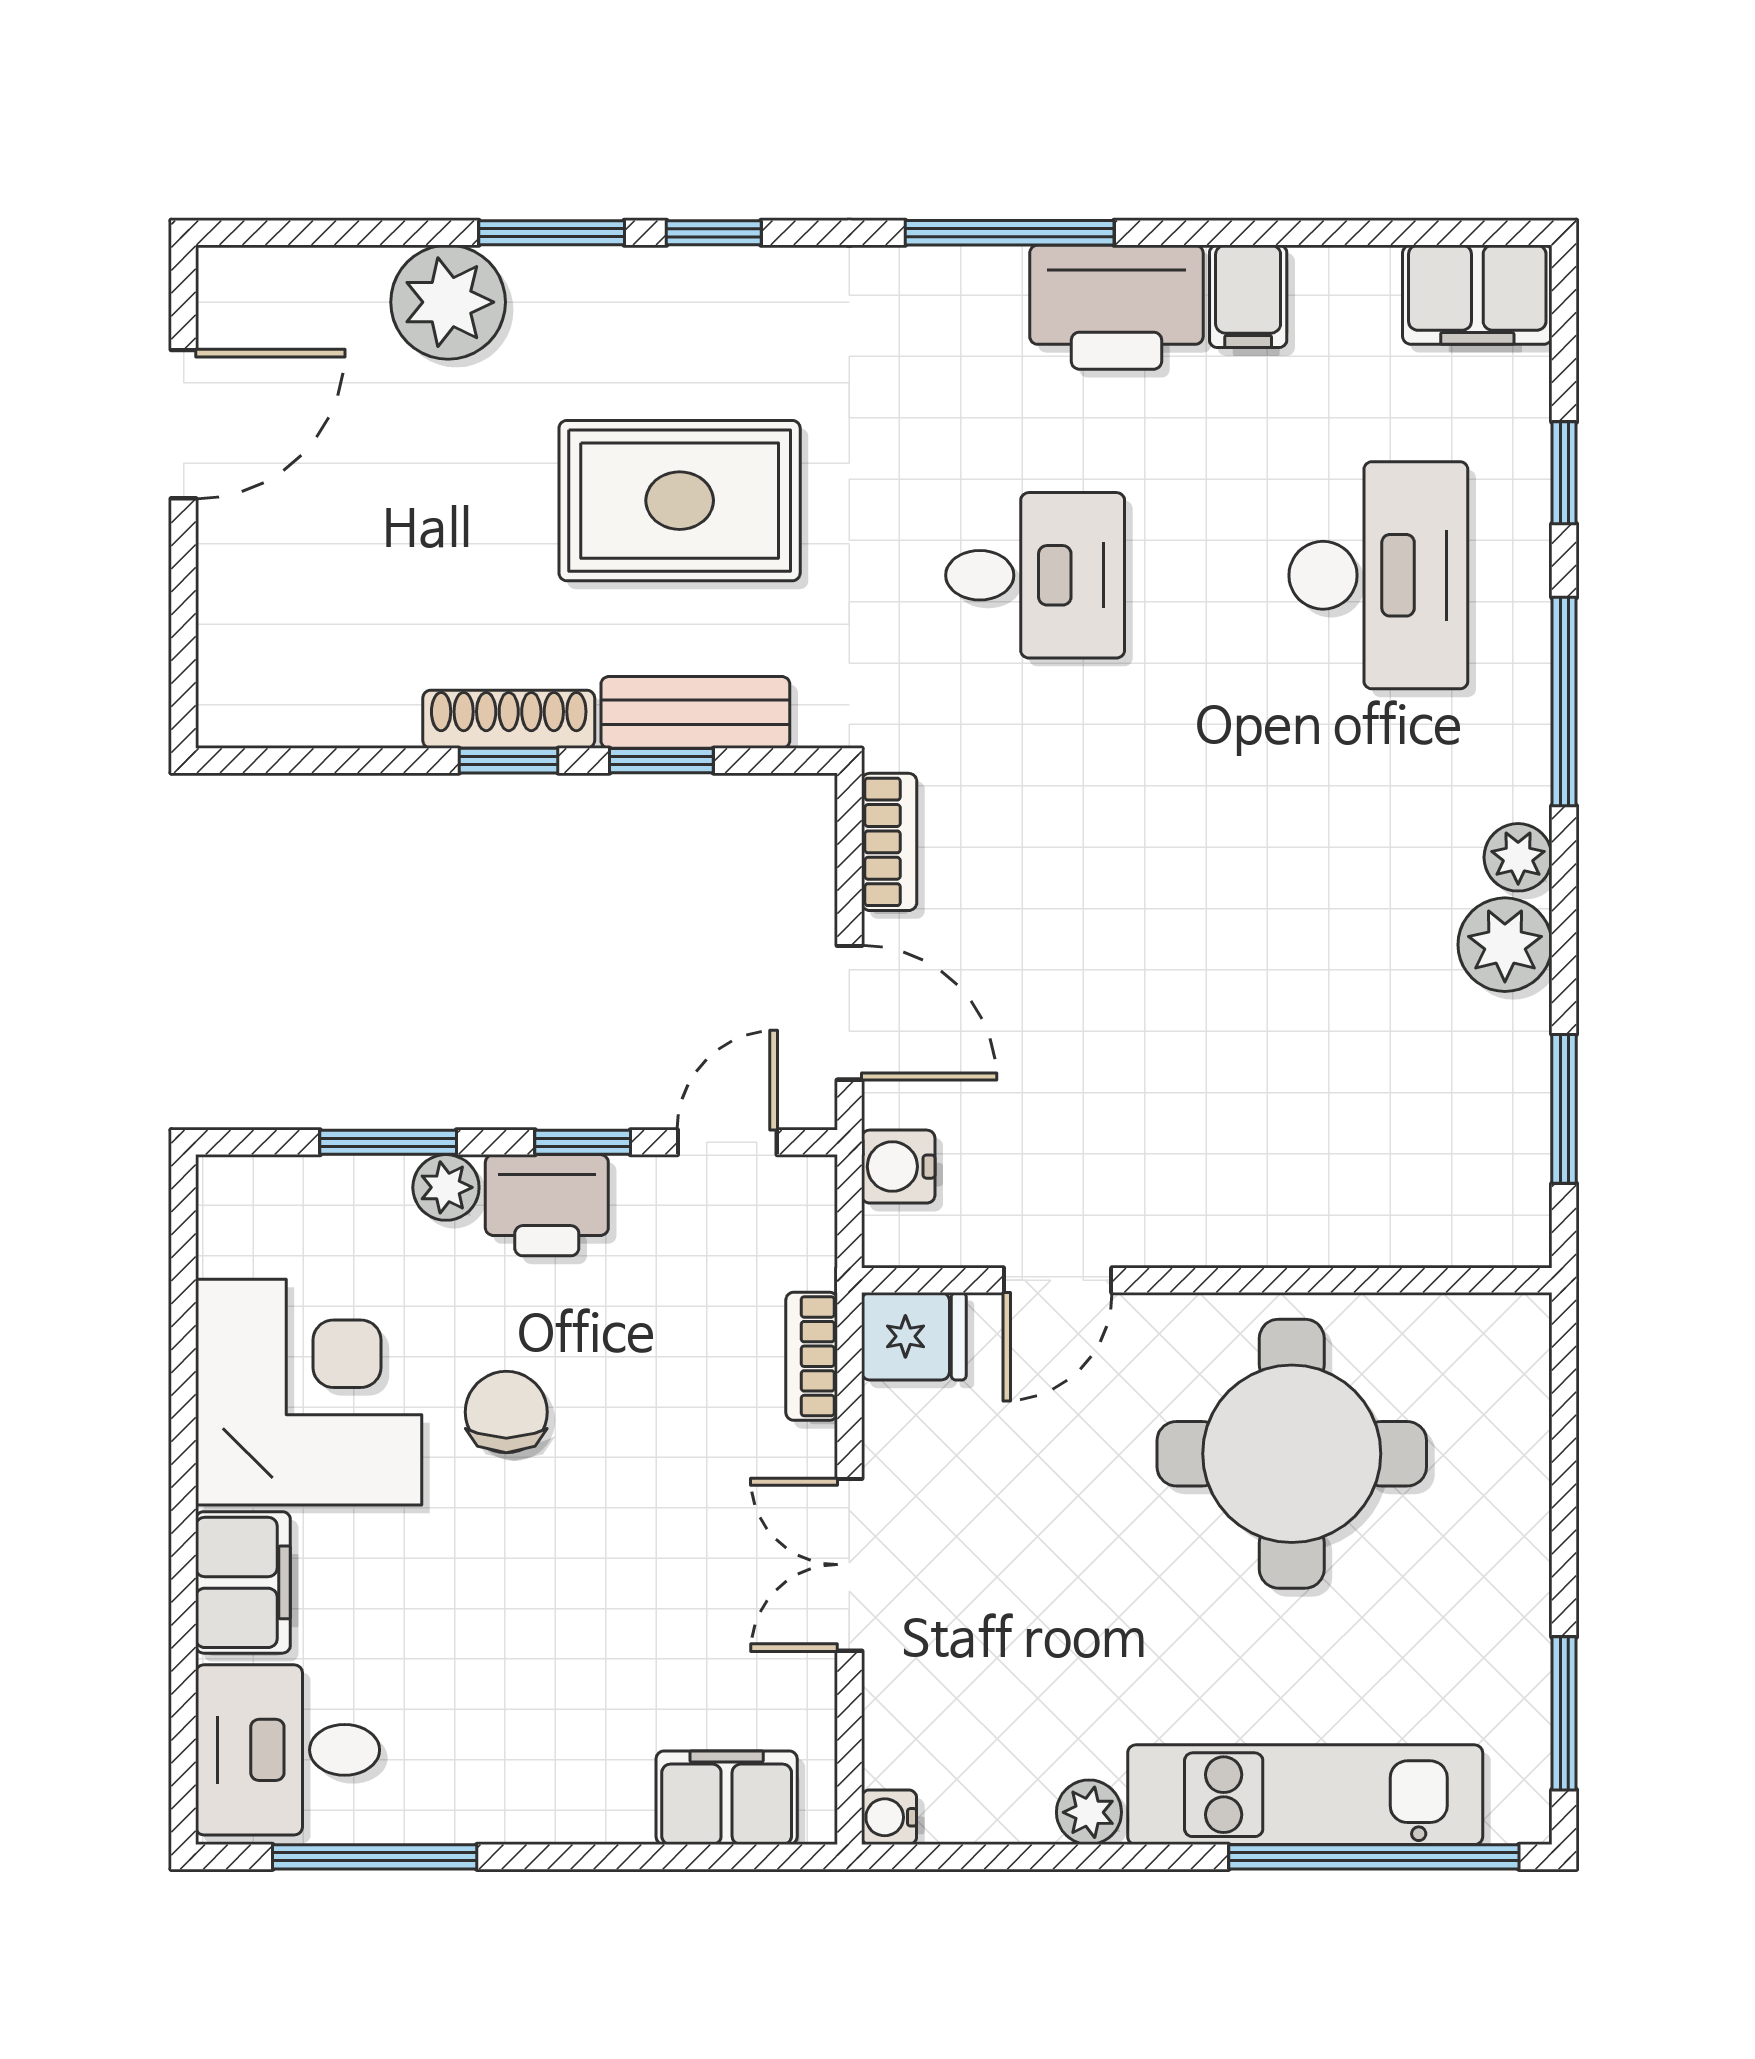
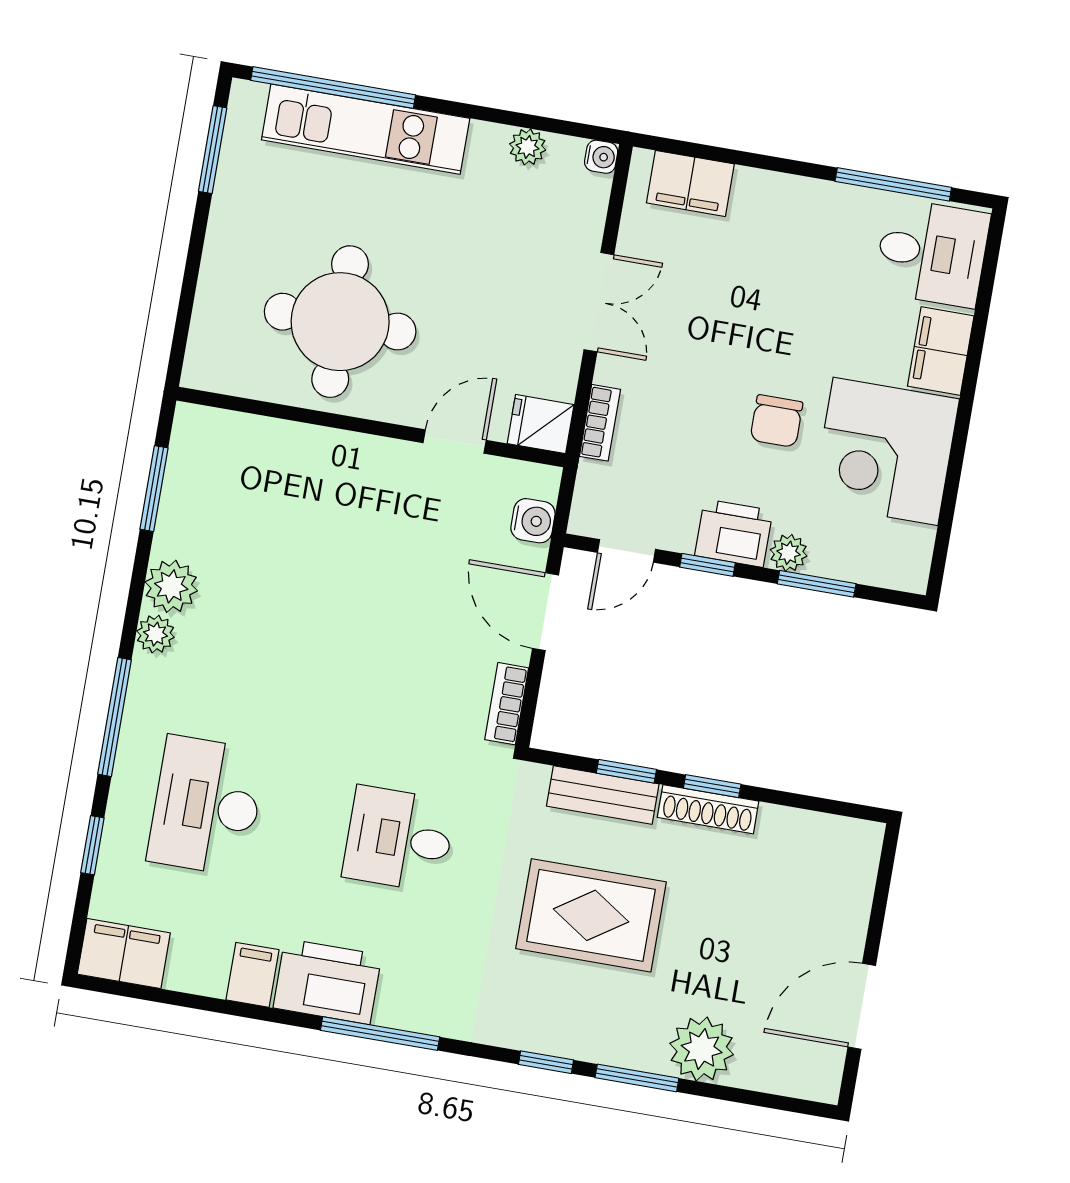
plant: (1089, 1812) -> (528, 147), moved

